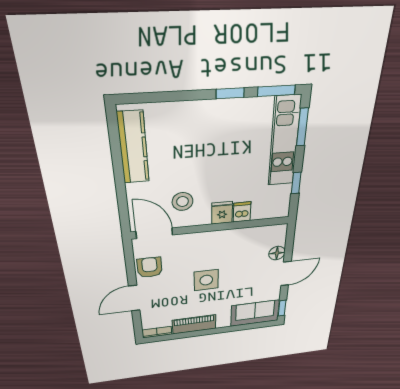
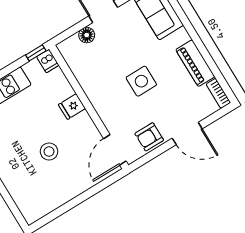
kitchen counter: (133, 148) -> (53, 200), removed
window: (296, 183) -> (36, 53), moved
stool: (183, 202) -> (49, 151), moved
dishwasher: (242, 212) -> (48, 61), moved, turned -90

